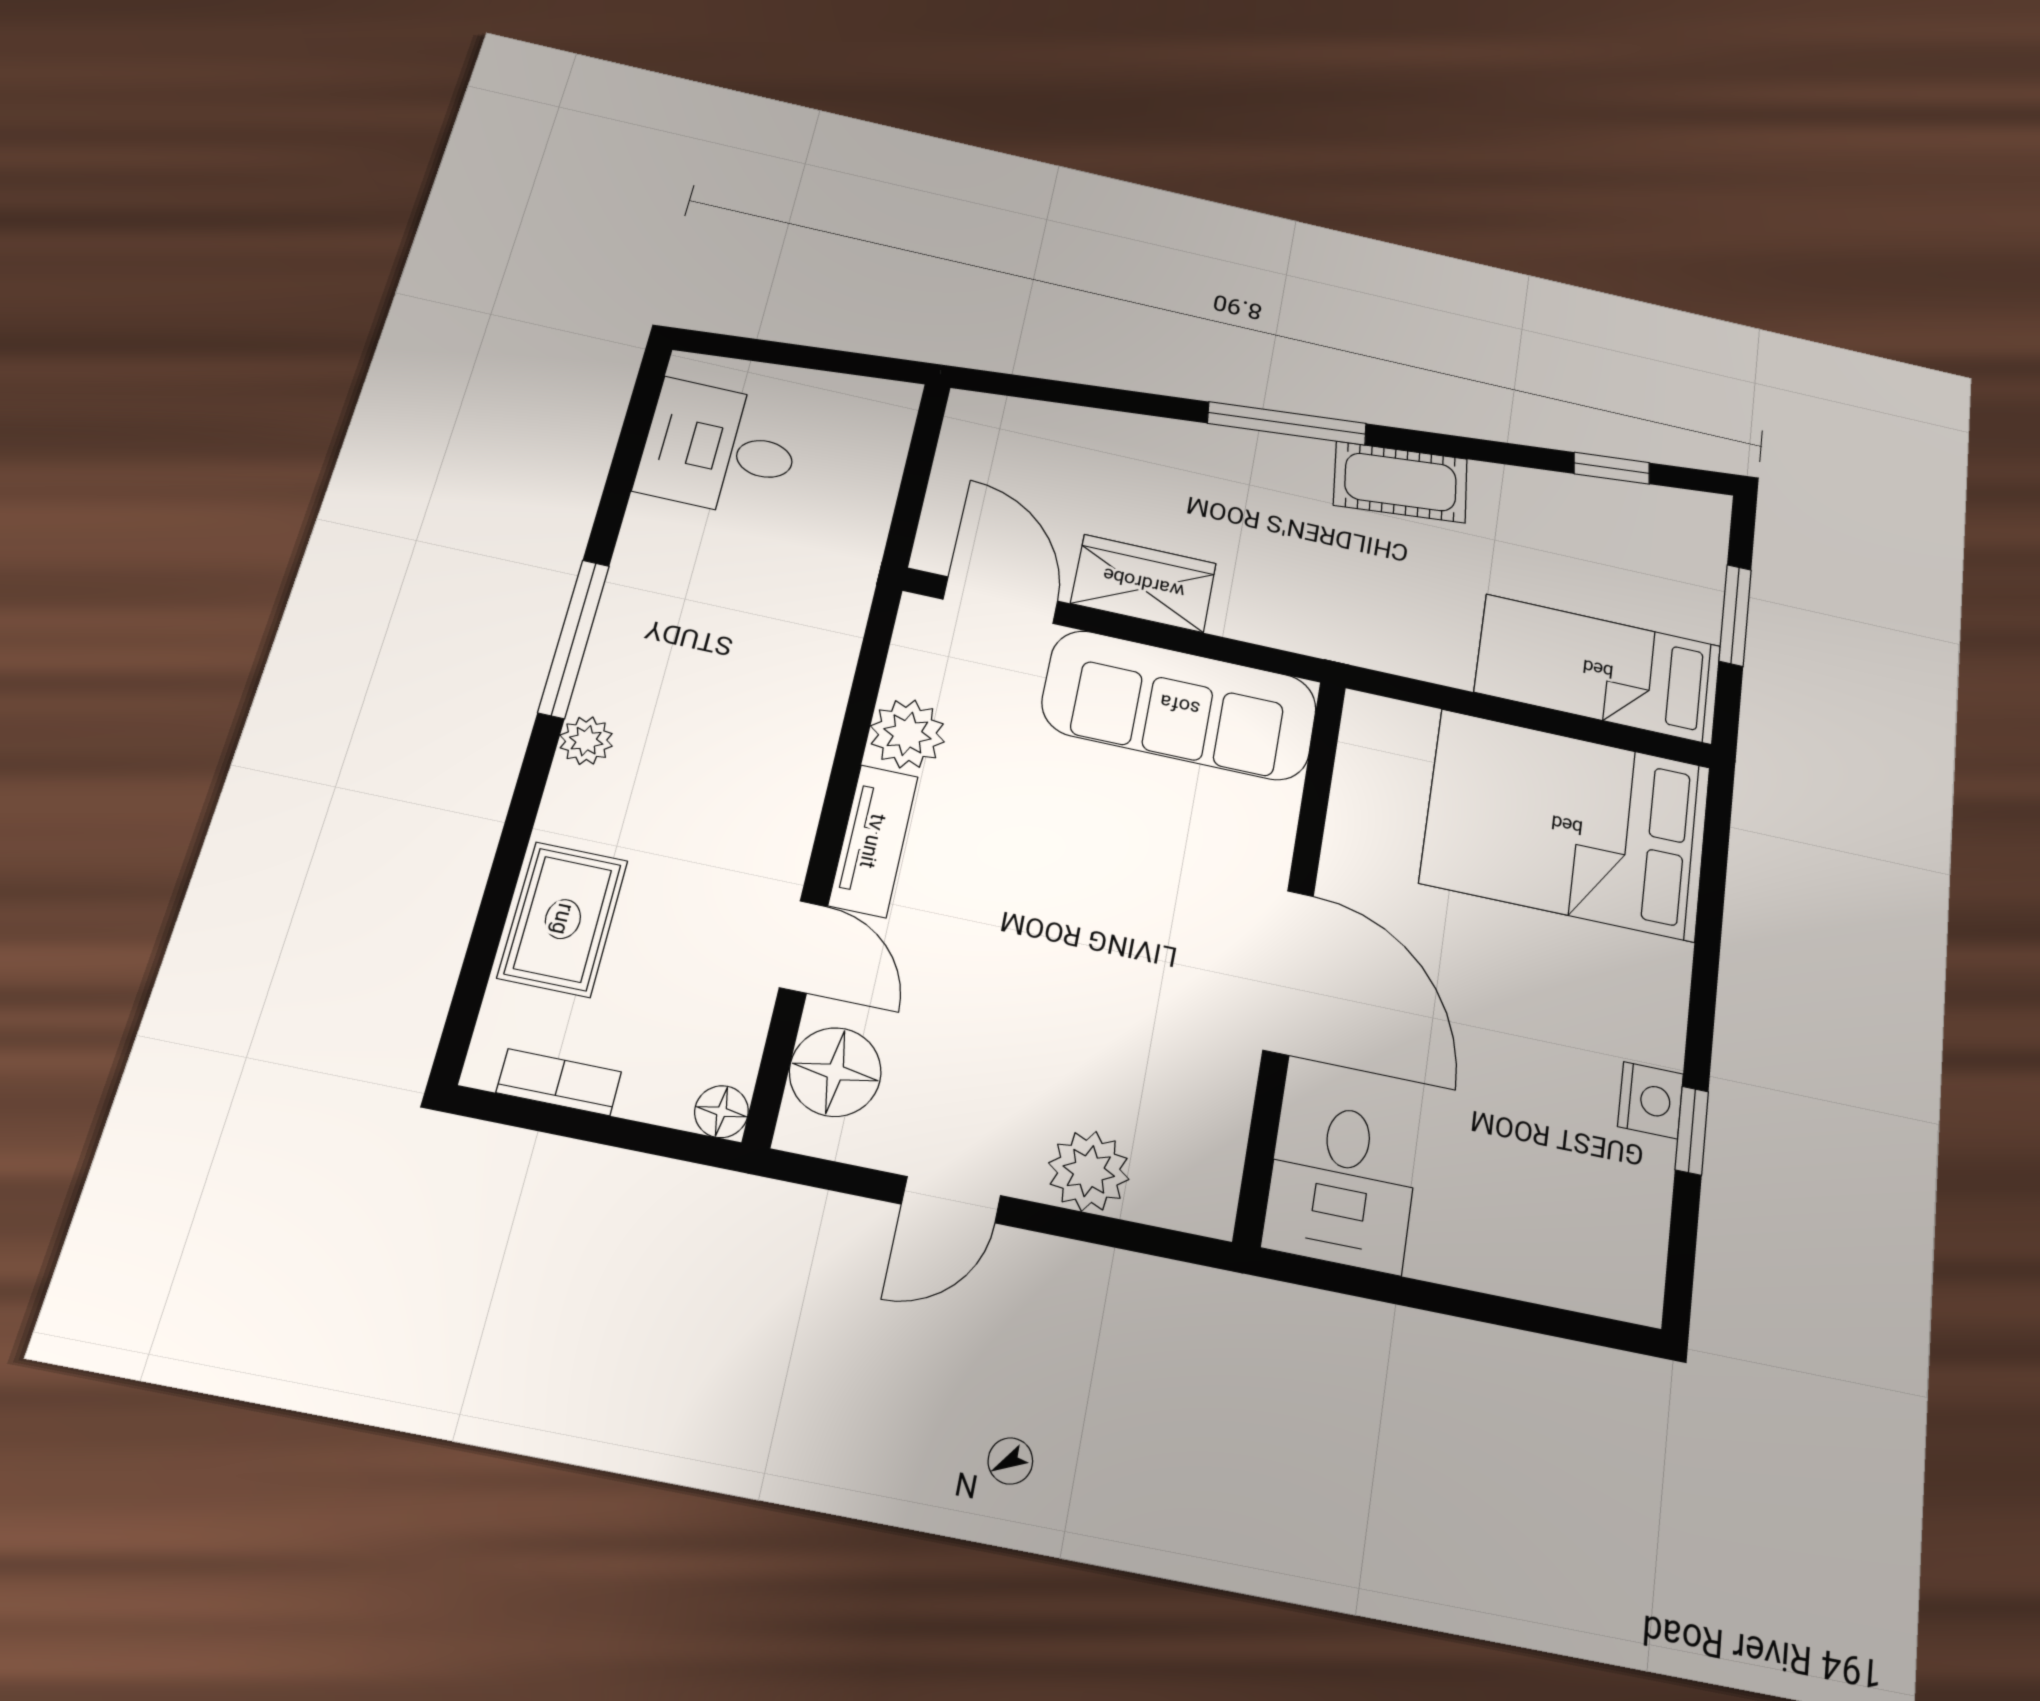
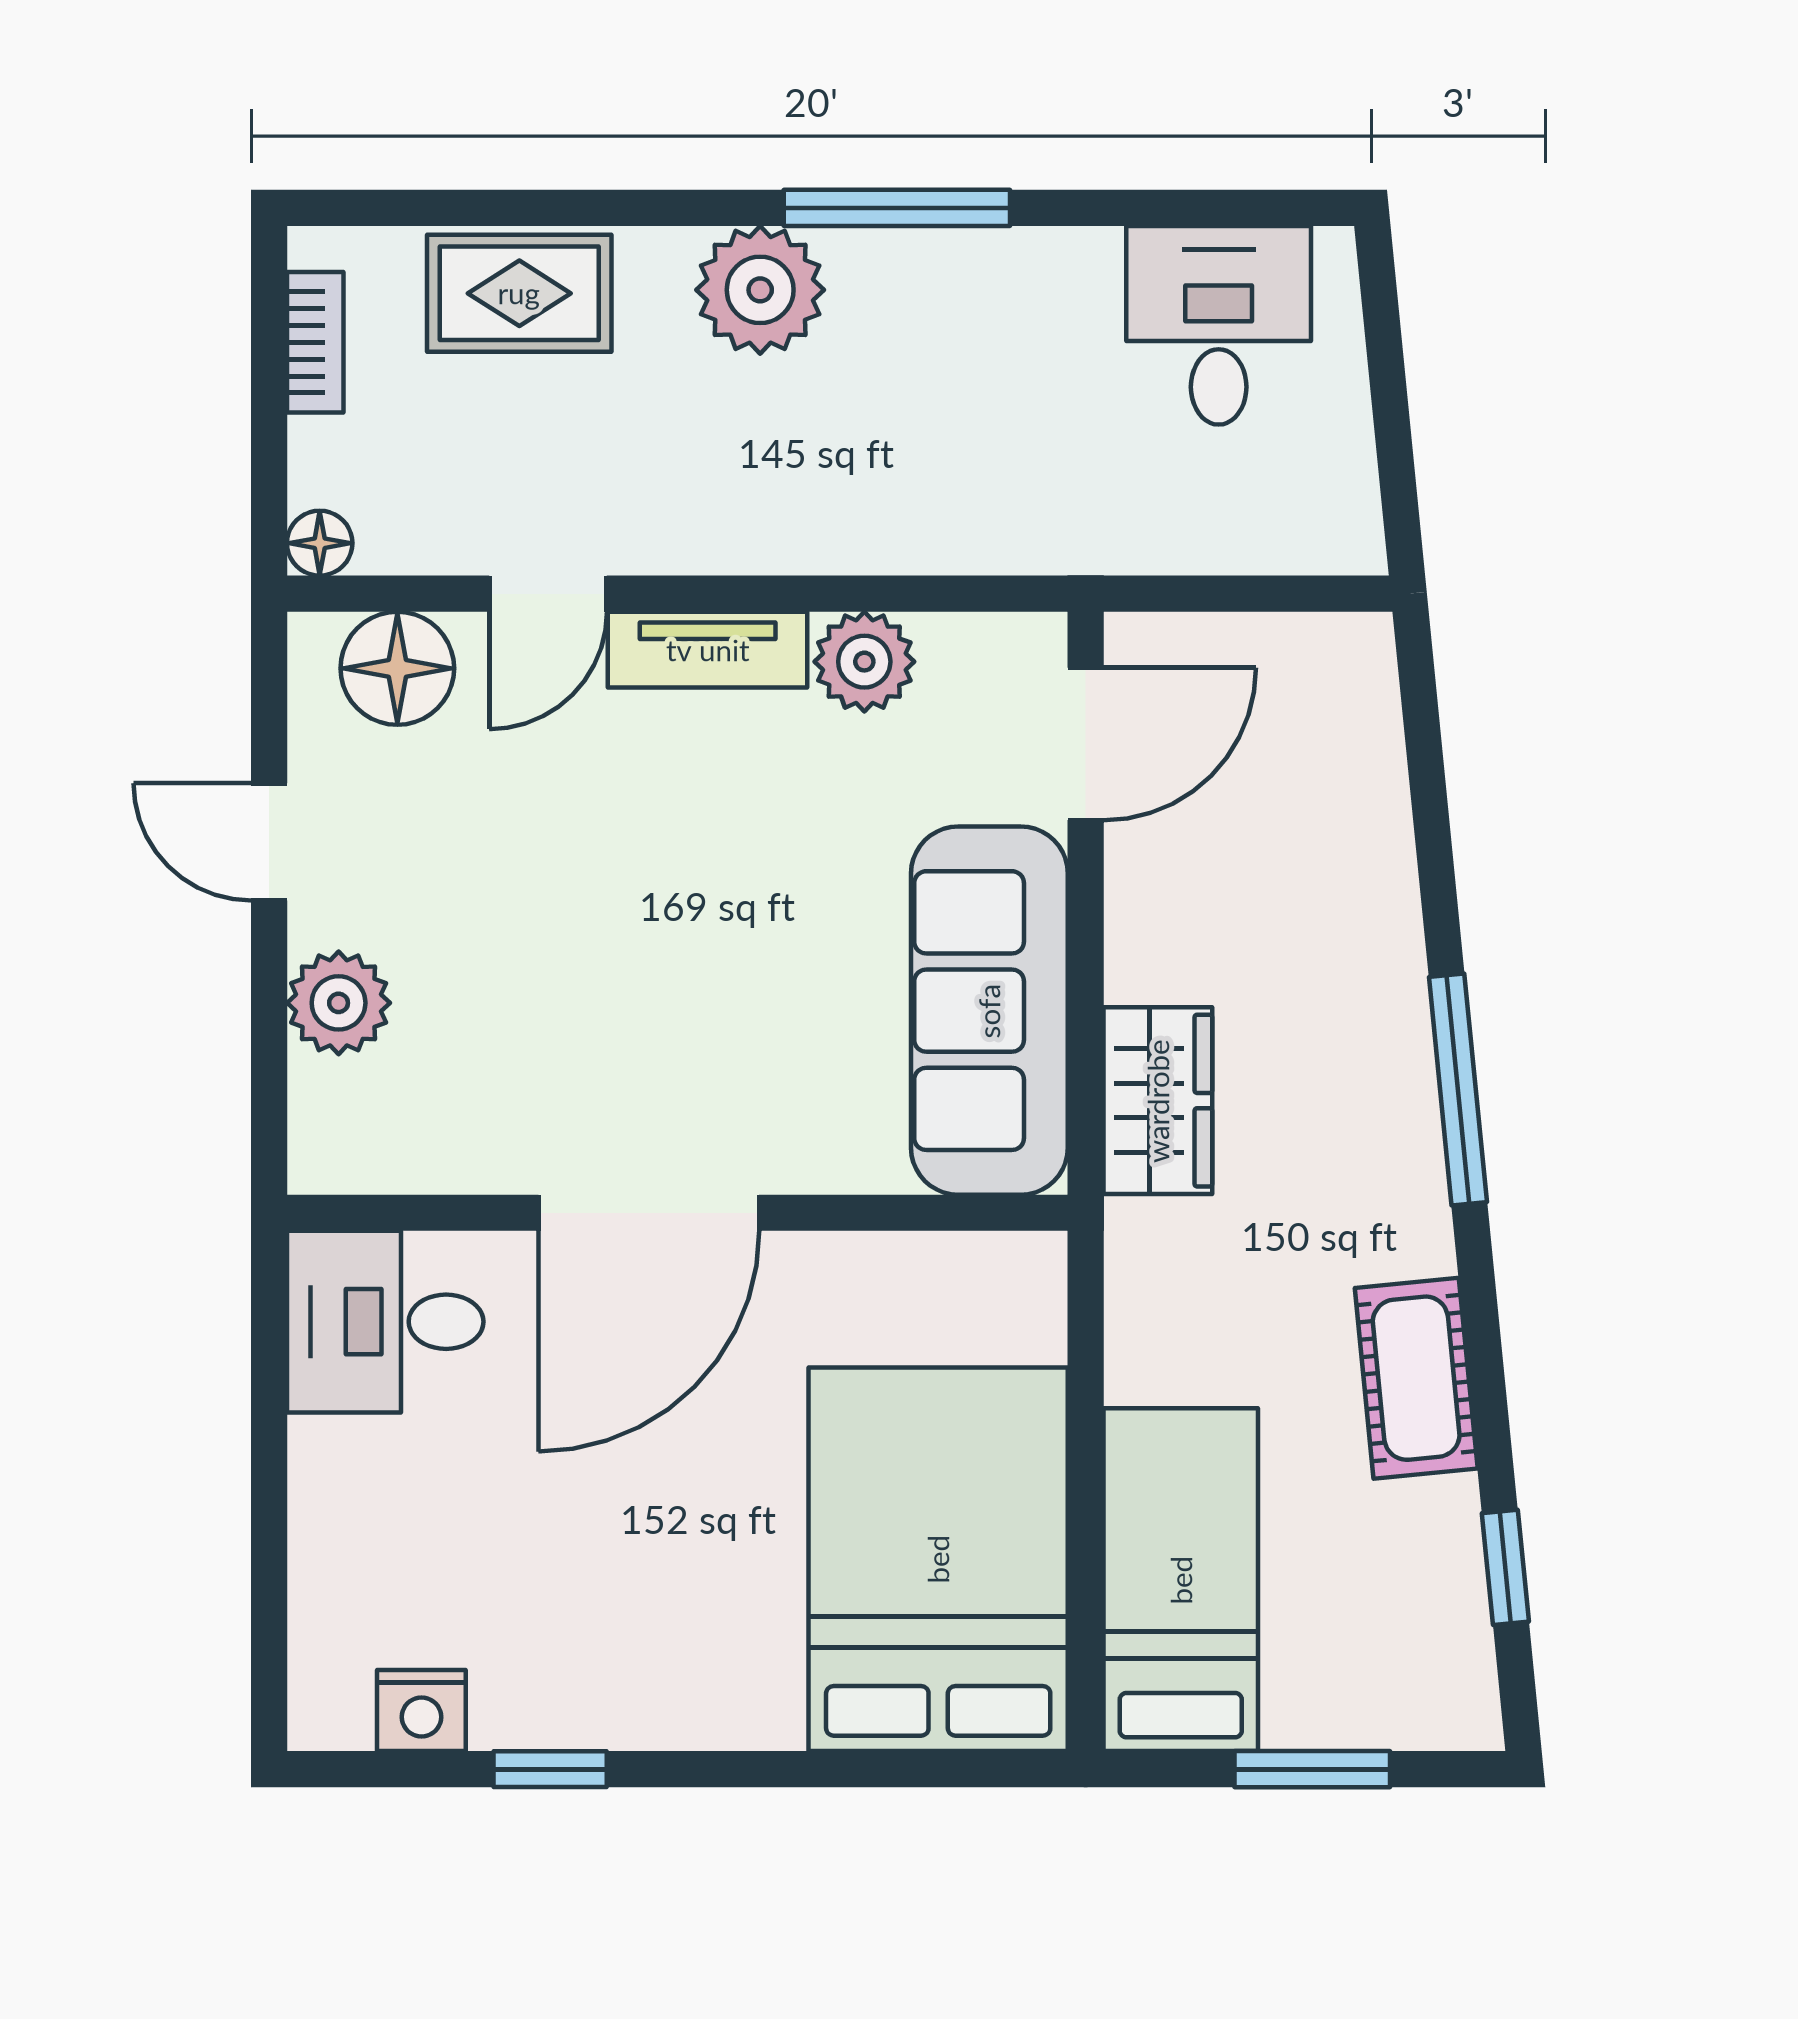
cot: (1401, 482) -> (1416, 1378), moved
wardrobe: (1144, 583) -> (1158, 1101), moved
plant: (586, 741) -> (760, 290), width x1.88, depth x1.88
nightstand: (1651, 1100) -> (421, 1710), moved

